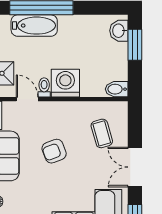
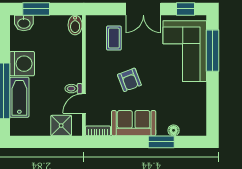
washing machine: (65, 83) -> (22, 64), moved, turned 180
coffee table: (102, 133) -> (114, 38), turned -74

